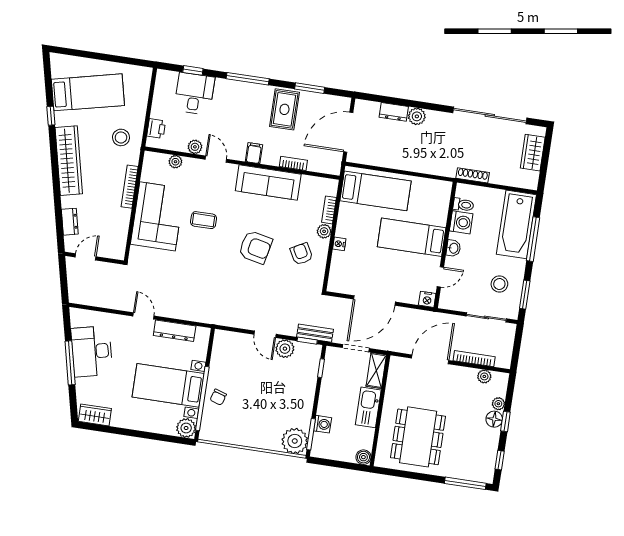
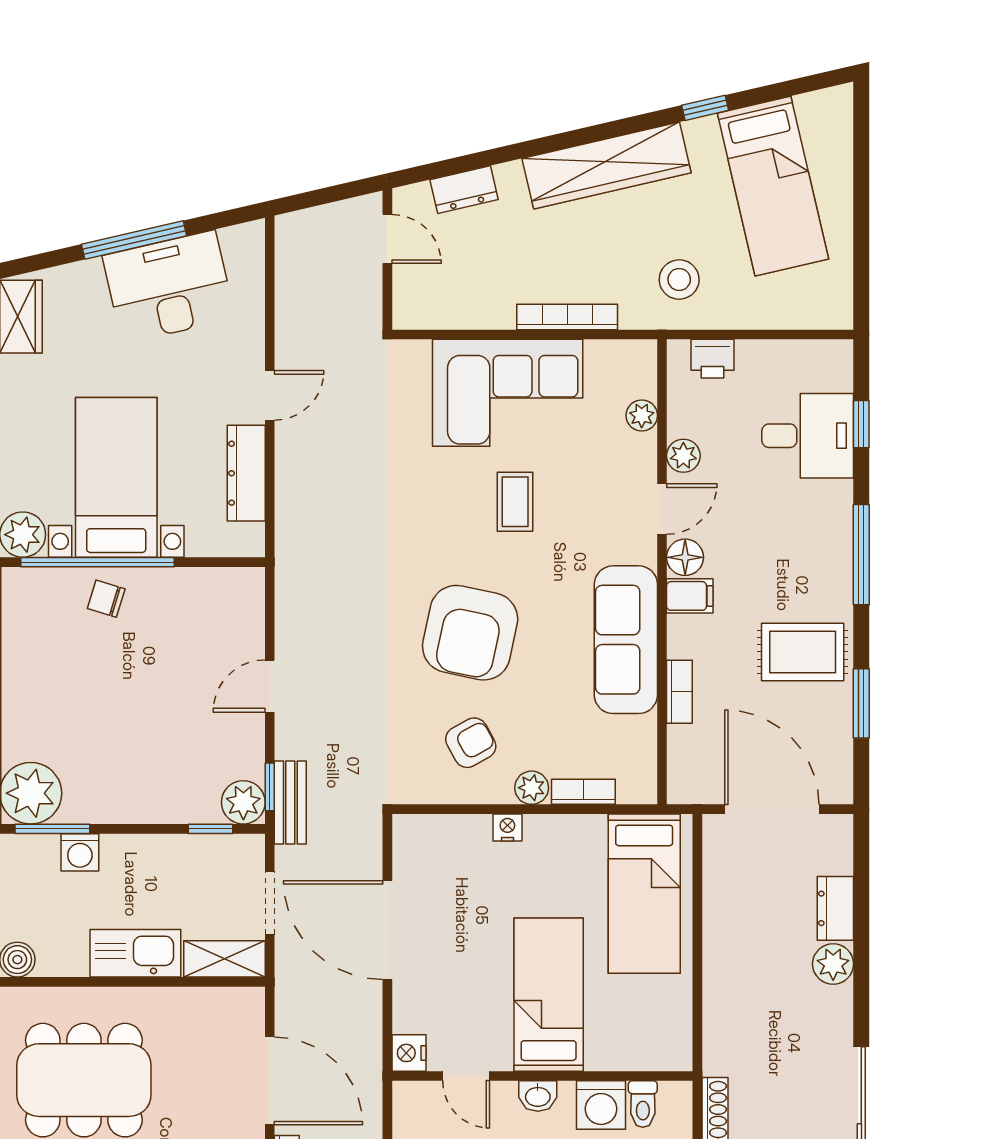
floor lamp: (237, 153) -> (685, 557), added
armchair: (255, 247) -> (470, 633), width x1.36, depth x1.36
plant: (285, 349) -> (243, 802), moved

